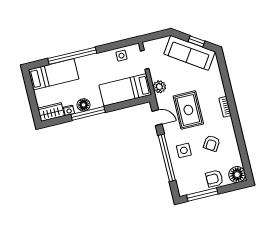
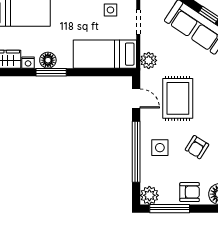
window: (88, 113) -> (51, 72), width x0.69
armchair: (214, 178) -> (190, 192), turned 180
plant: (185, 188) -> (149, 195), added

